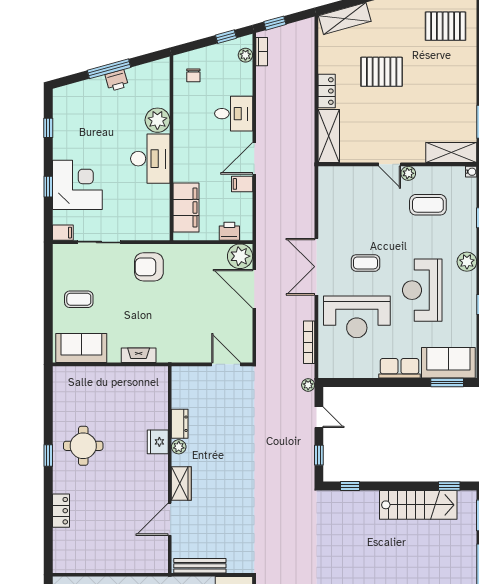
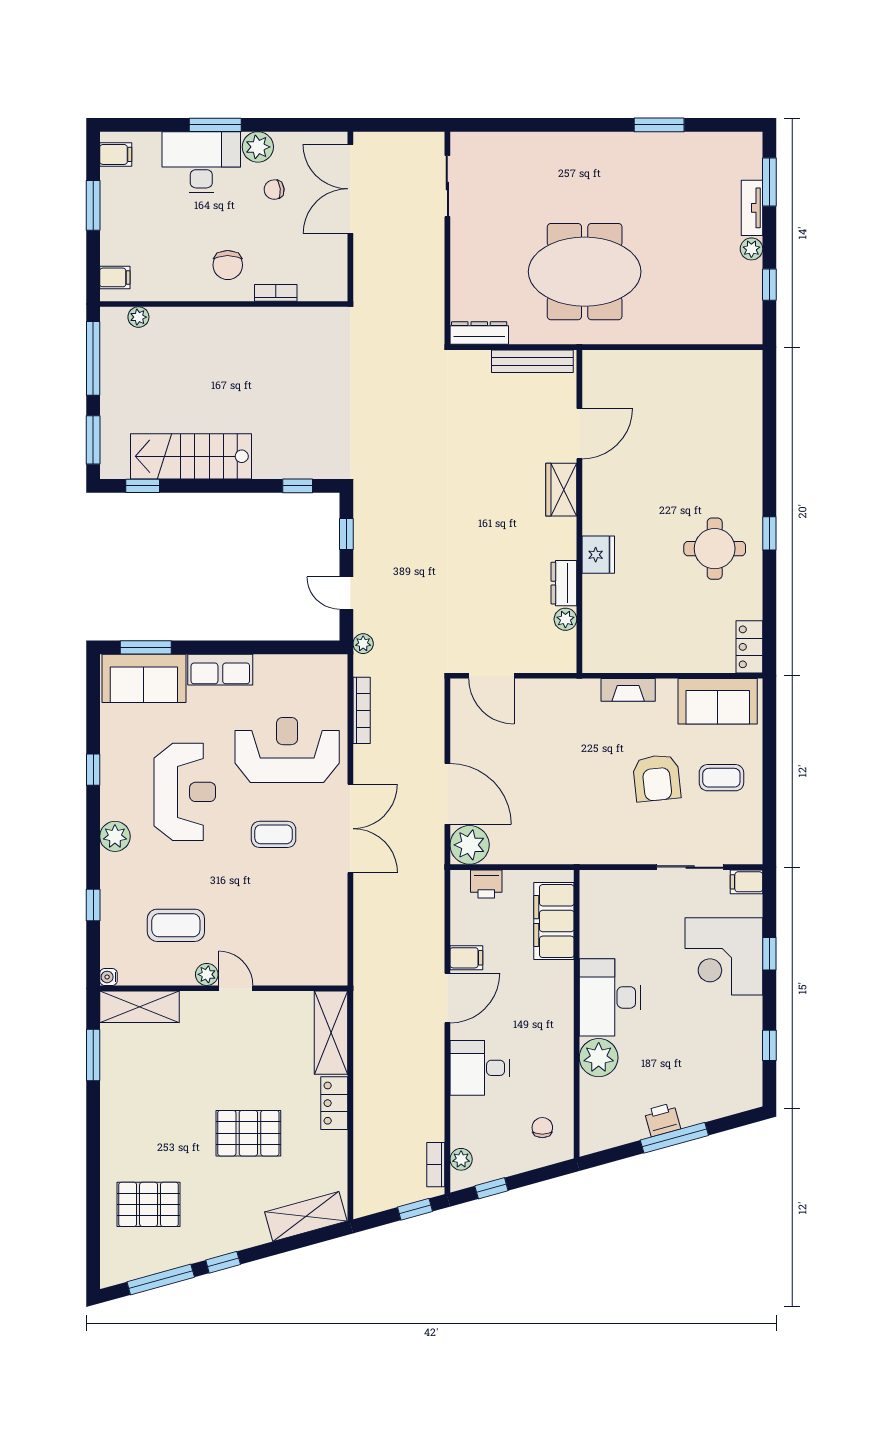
armchair: (149, 267) -> (657, 778), moved, turned 84
plant: (179, 447) -> (565, 619), moved
locker: (61, 511) -> (749, 647), moved

